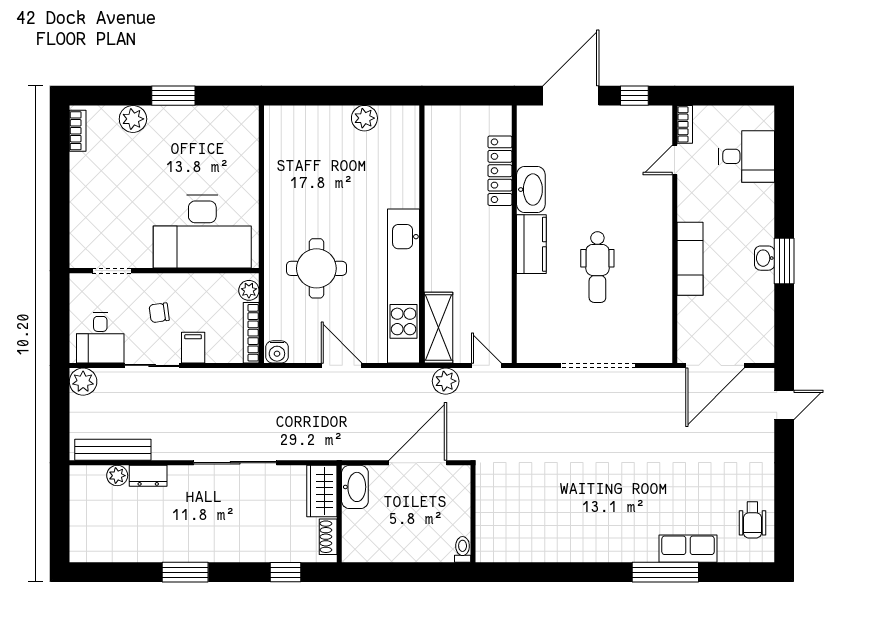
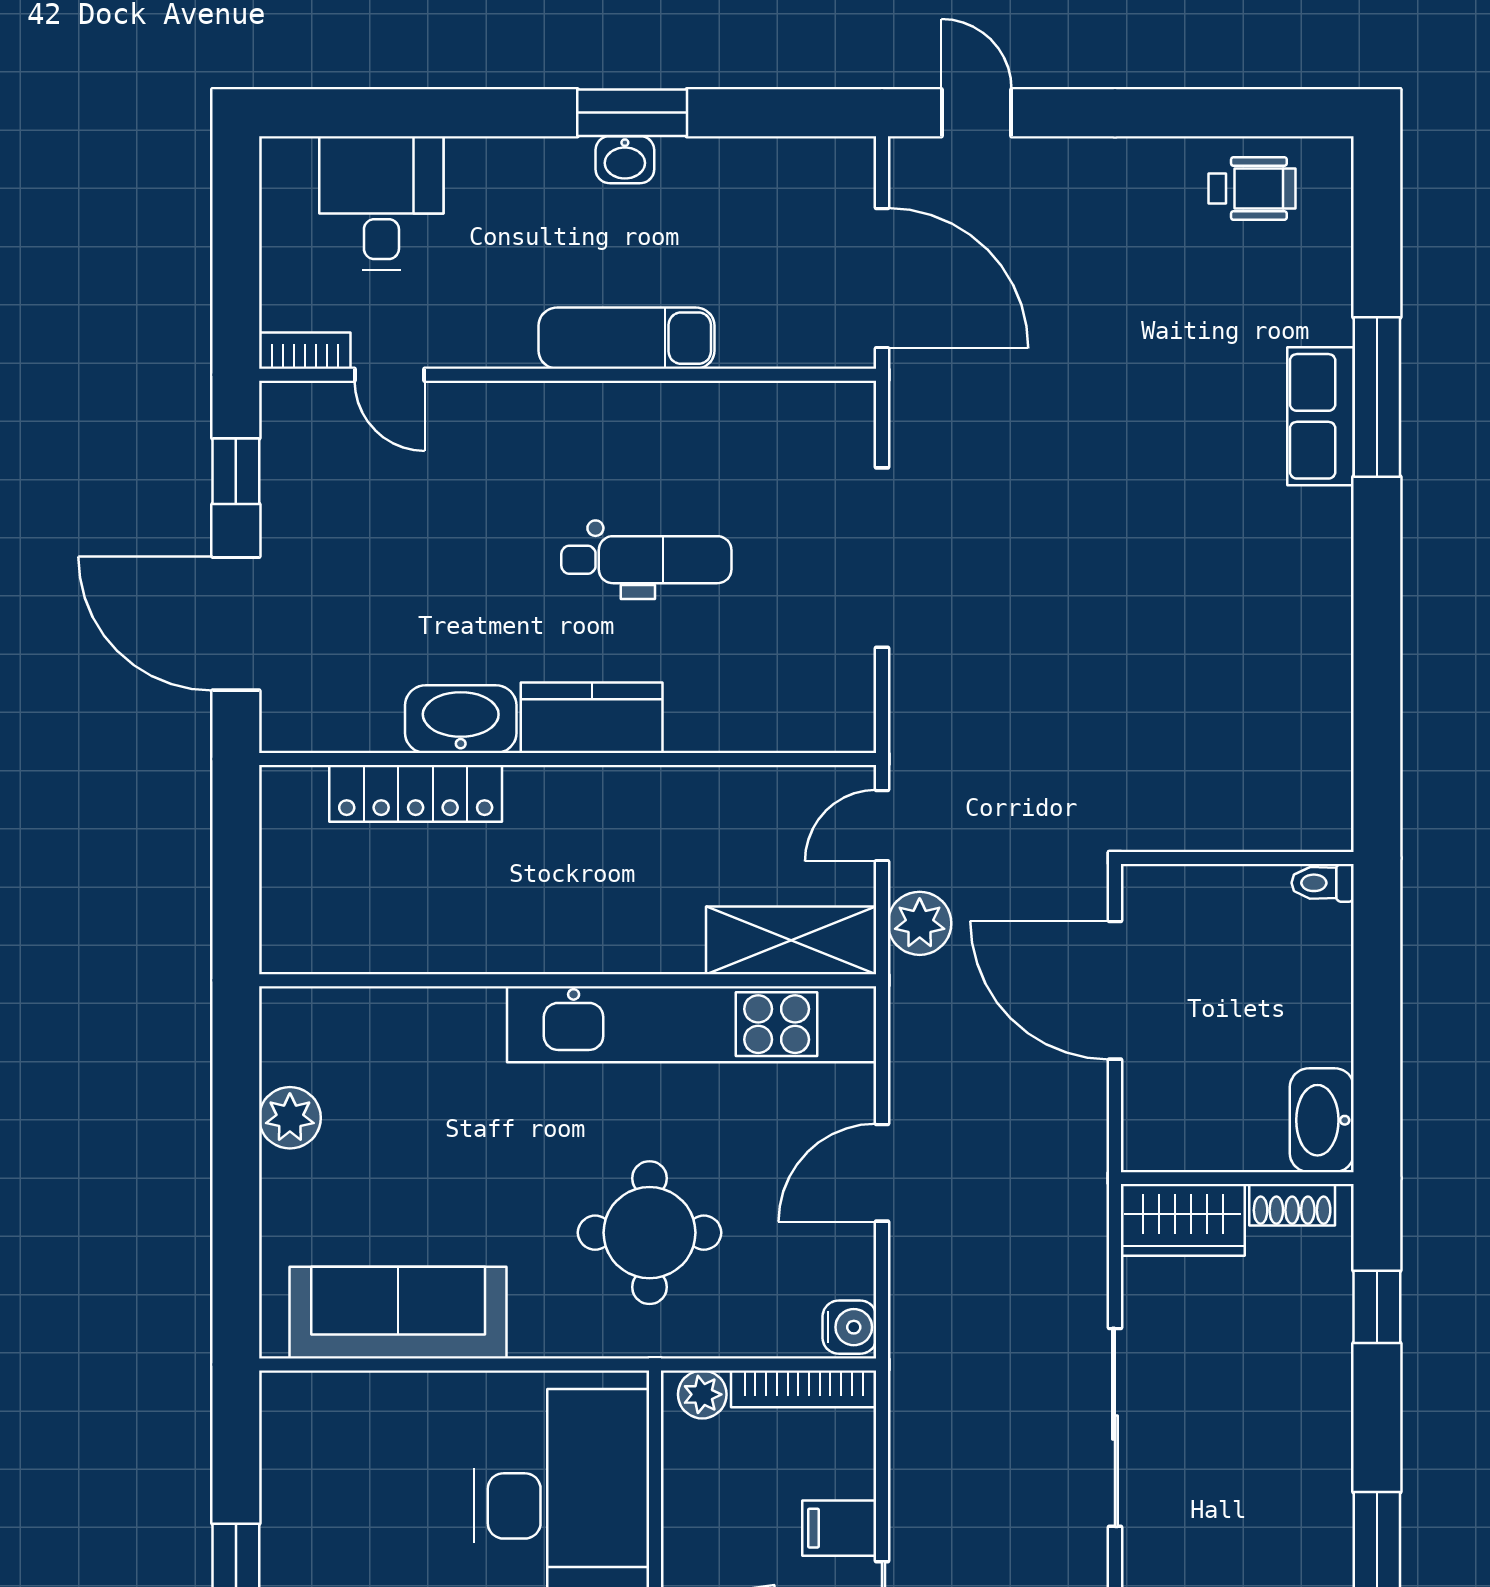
sofa: (283, 163) -> (398, 1313), added
washbasin: (355, 487) -> (1322, 1120), moved, turned -90
row of seats: (688, 549) -> (1321, 416), moved

